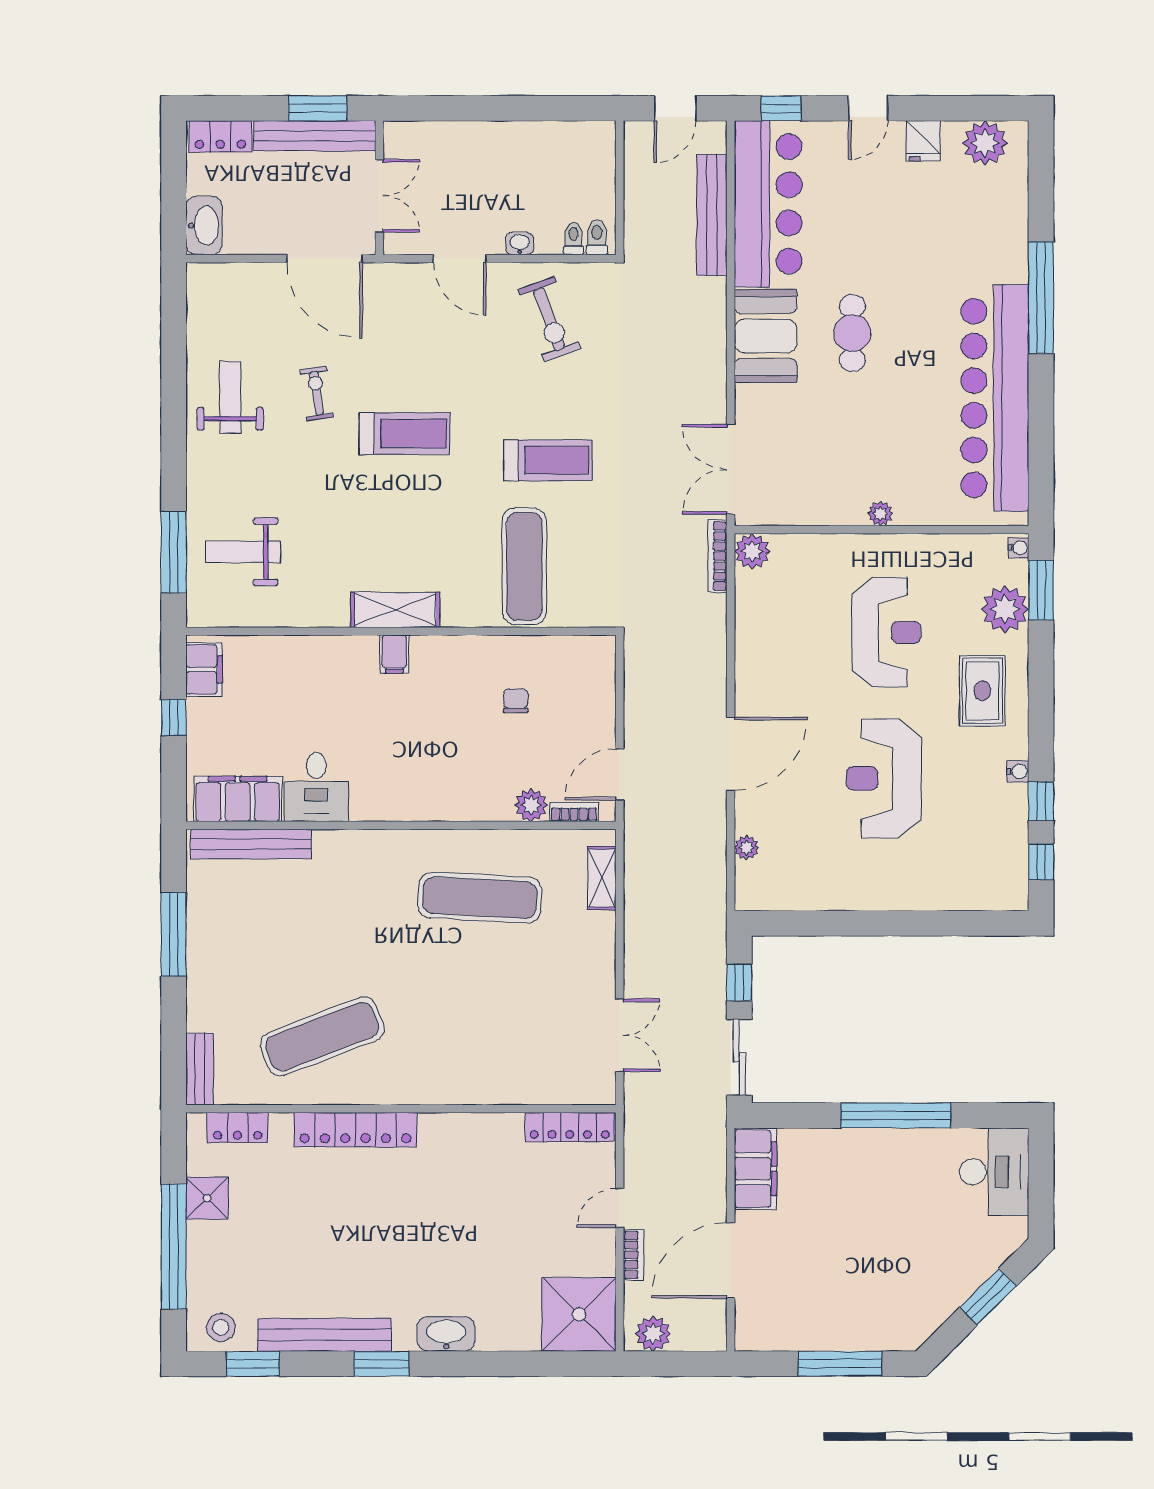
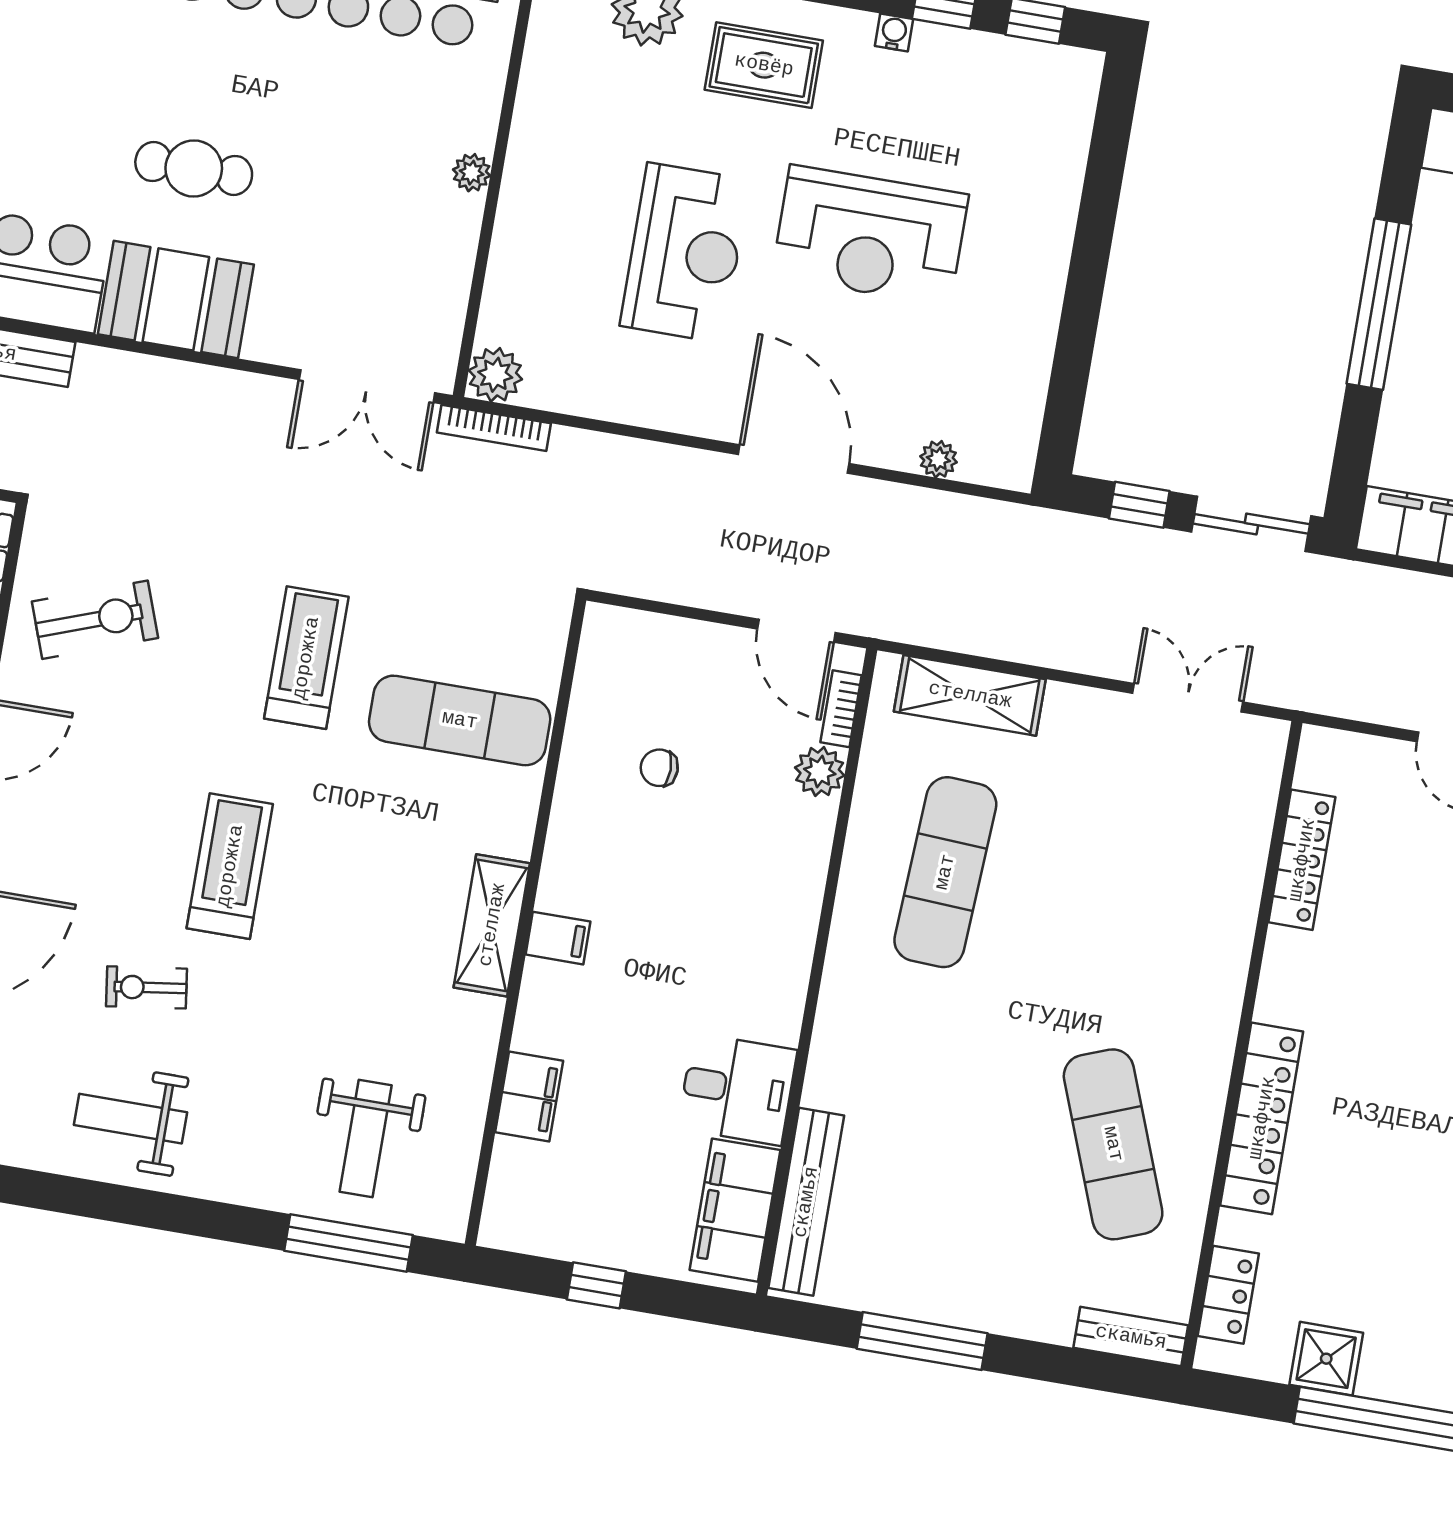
reception desk: (886, 632) -> (685, 253), moved, turned 90
filing cabinet: (204, 669) -> (529, 1096), moved, turned 90
shelving: (602, 878) -> (970, 695), width x1.50, depth x1.33
locker: (570, 1127) -> (1302, 860), moved

